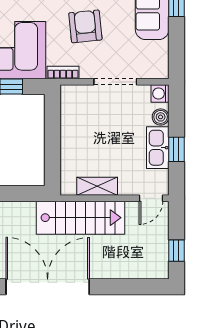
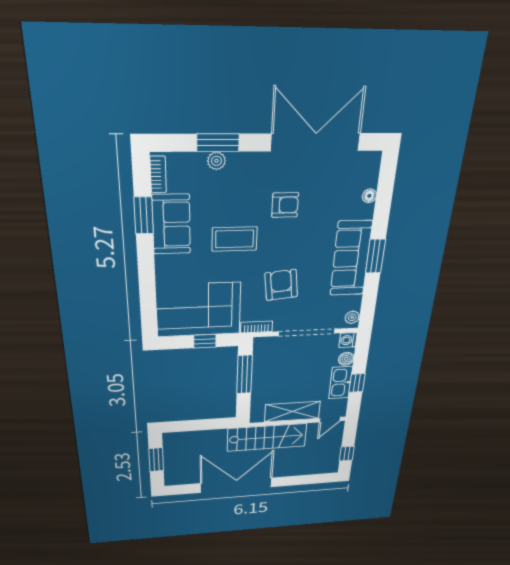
plant: (161, 66) -> (352, 317), added
doorway: (115, 82) -> (307, 332), width x1.36
window: (52, 130) -> (244, 374), added
shelving: (97, 186) -> (292, 412), width x1.50, depth x1.33

